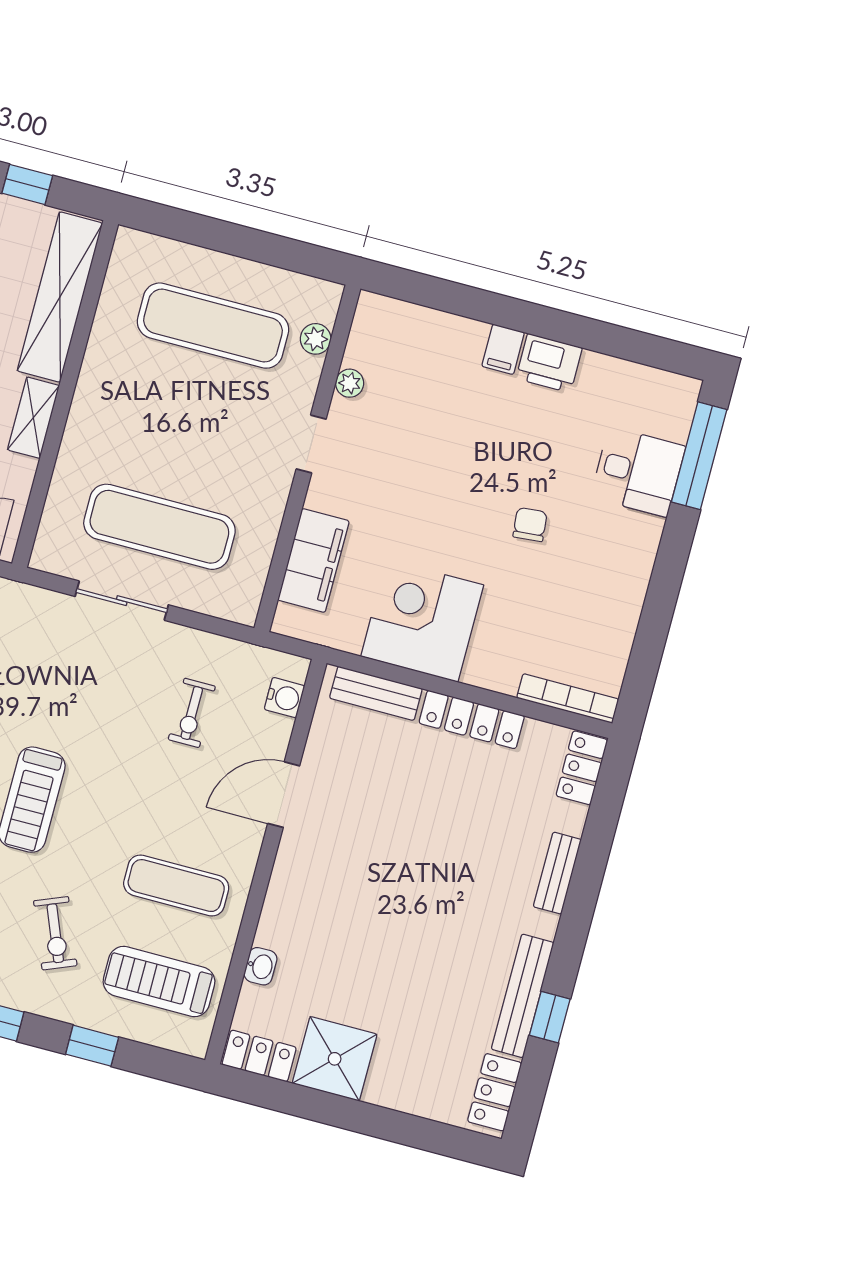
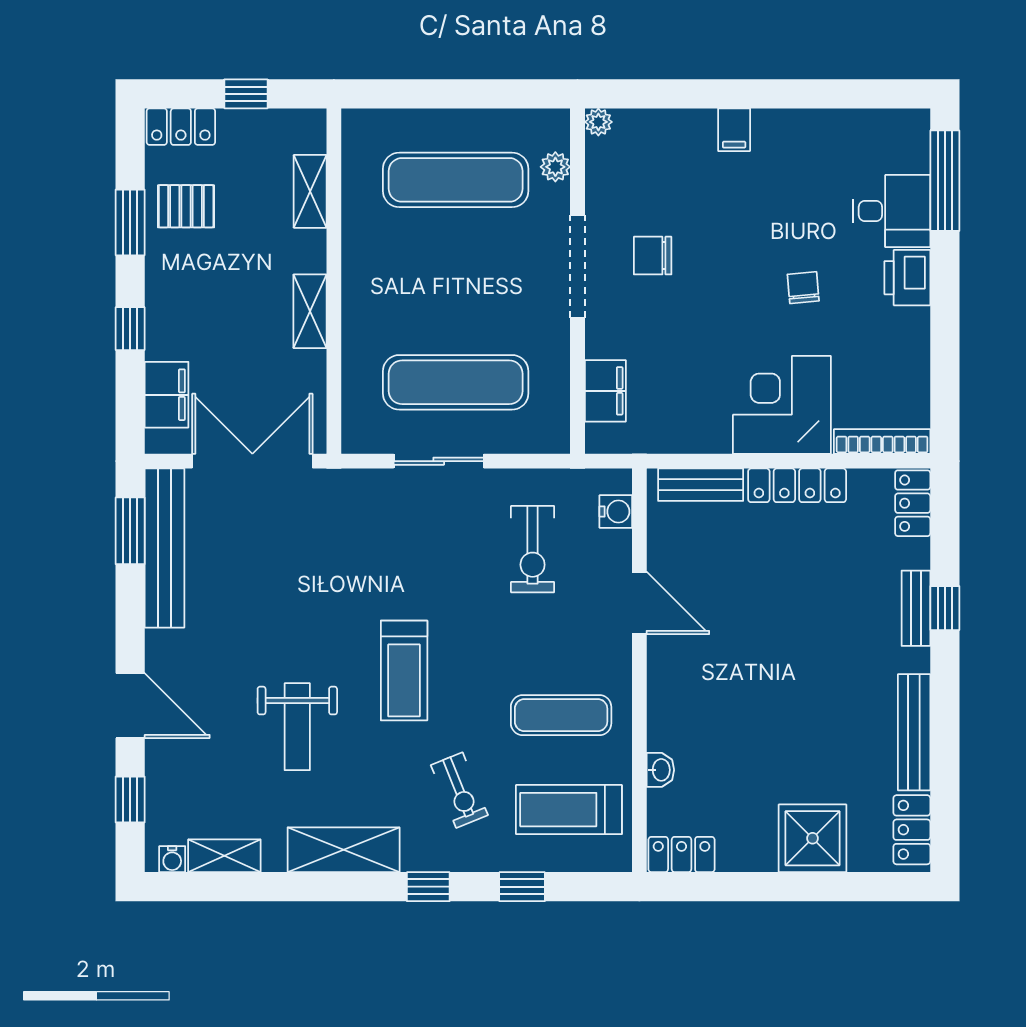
shelving: (60, 297) -> (310, 191), width x0.45, depth x0.75
printer: (549, 363) -> (907, 278), moved, turned 90
plant: (350, 383) -> (598, 122), moved
doorway: (311, 444) -> (577, 267), width x1.88
chair: (389, 453) -> (653, 256), added
filing cabinet: (313, 560) -> (605, 391), width x0.67, depth x0.86
corner desk: (422, 621) -> (782, 405), moved
exercise bike: (192, 713) -> (533, 549), width x1.38, depth x1.39
door: (284, 795) -> (639, 603), swing flipped
window: (550, 1017) -> (945, 608), moved
shower: (335, 1059) -> (813, 838), moved

